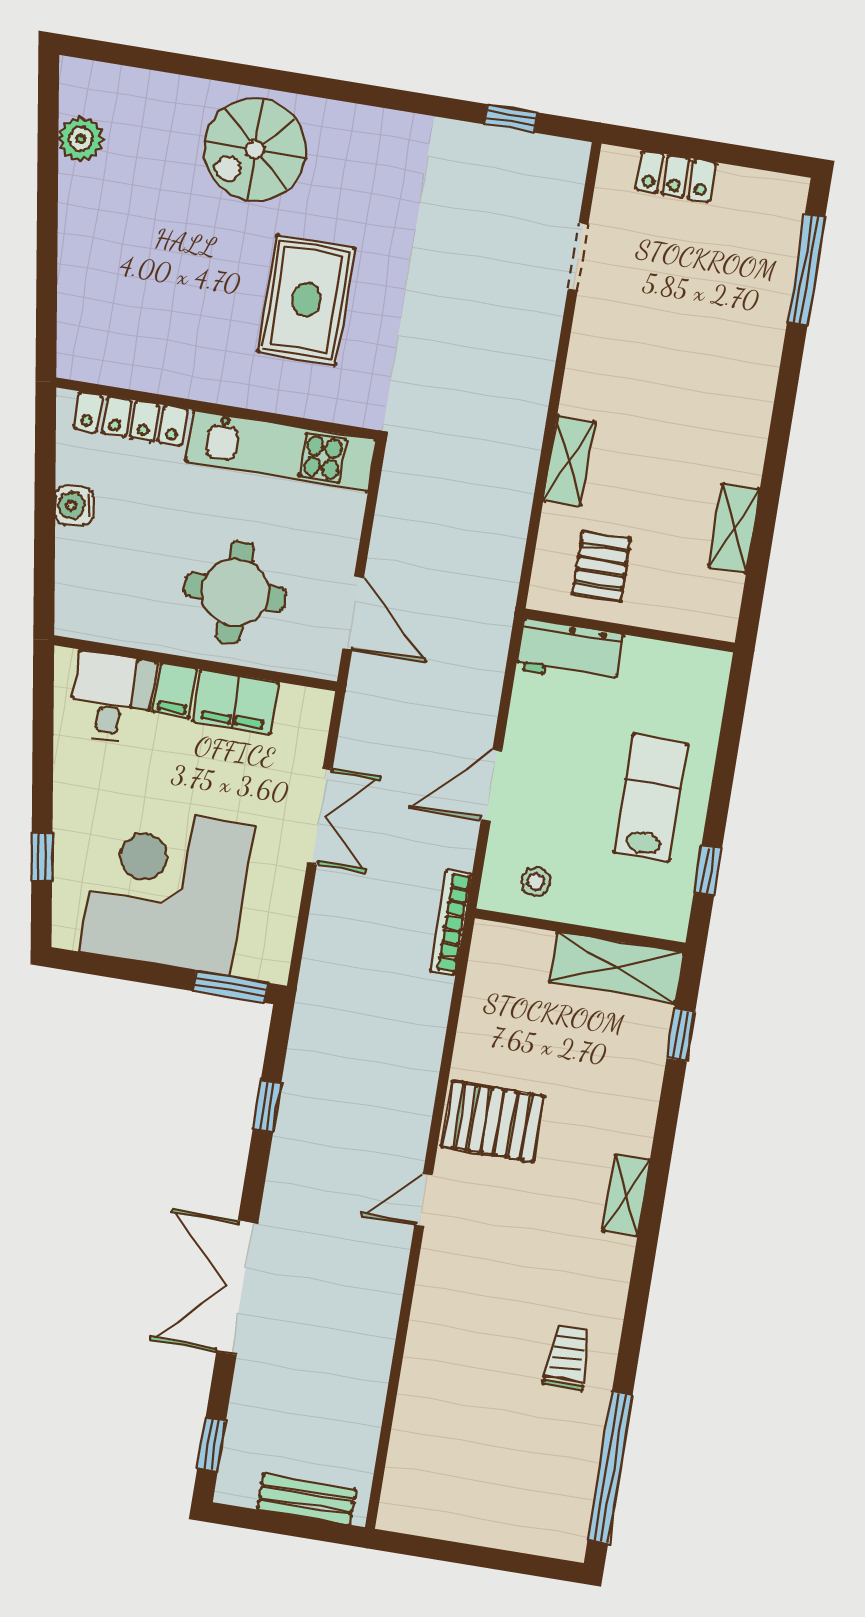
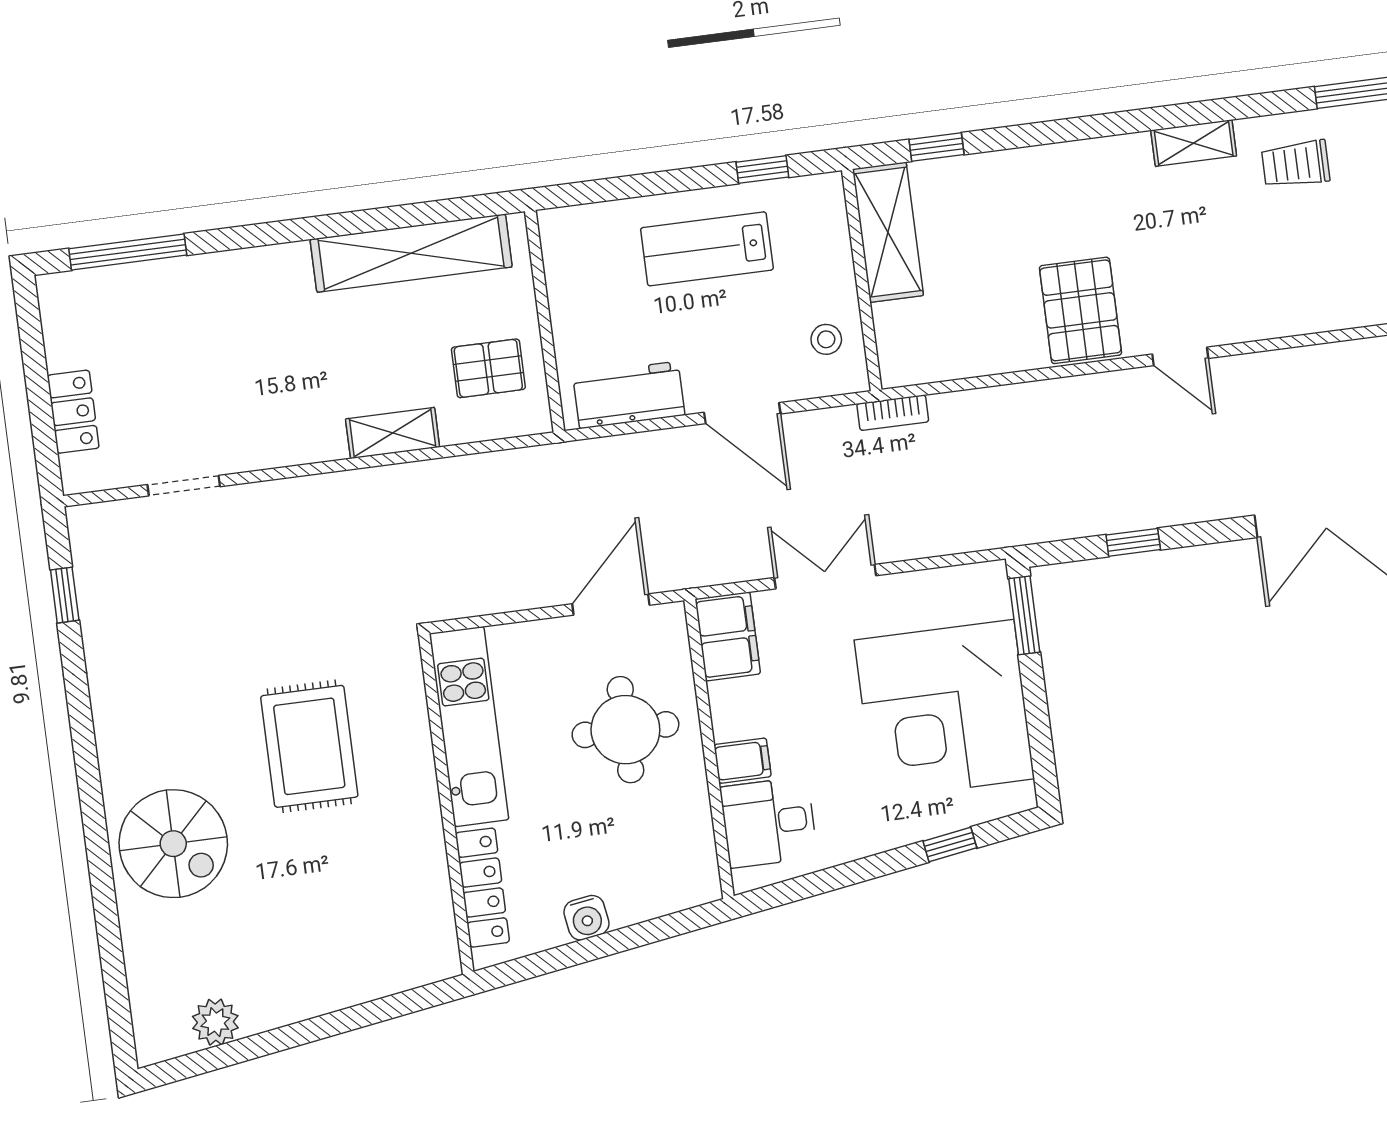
rug: (306, 300) -> (309, 746), turned 90
shelving: (734, 528) -> (411, 253), width x2.20, depth x1.33
workbench: (569, 652) -> (629, 395), moved, turned -90
filing cabinet: (236, 702) -> (728, 636), moved
bookcase: (451, 922) -> (893, 413), width x0.64
shelving: (626, 1195) -> (1194, 143), moved

